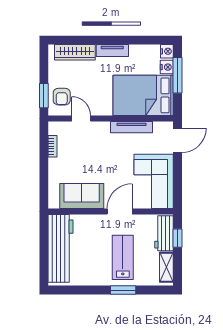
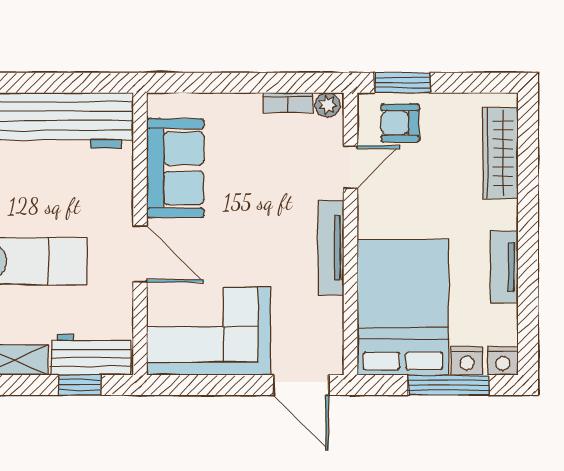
tv unit: (112, 51) -> (504, 267), moved
tv unit: (132, 127) -> (331, 248), moved
plant: (54, 129) -> (328, 105), added

